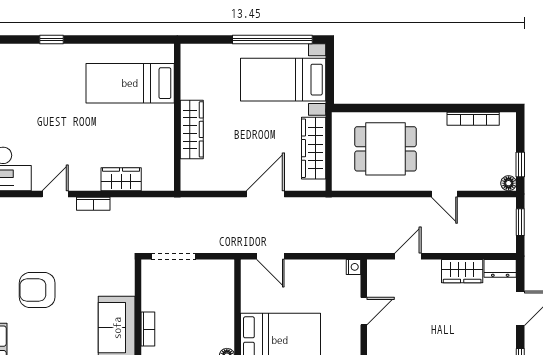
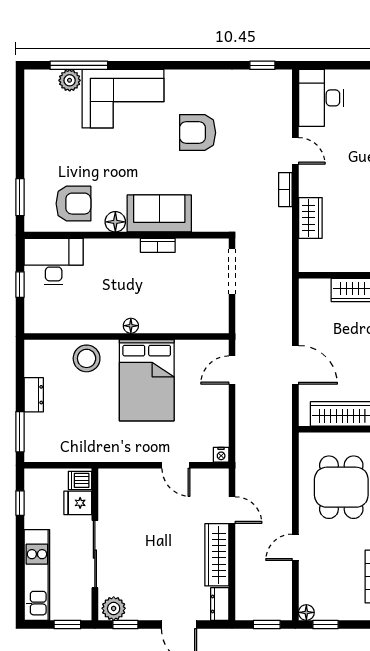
wardrobe: (462, 271) -> (217, 555), width x1.50
armchair: (37, 290) -> (198, 133), turned -90

